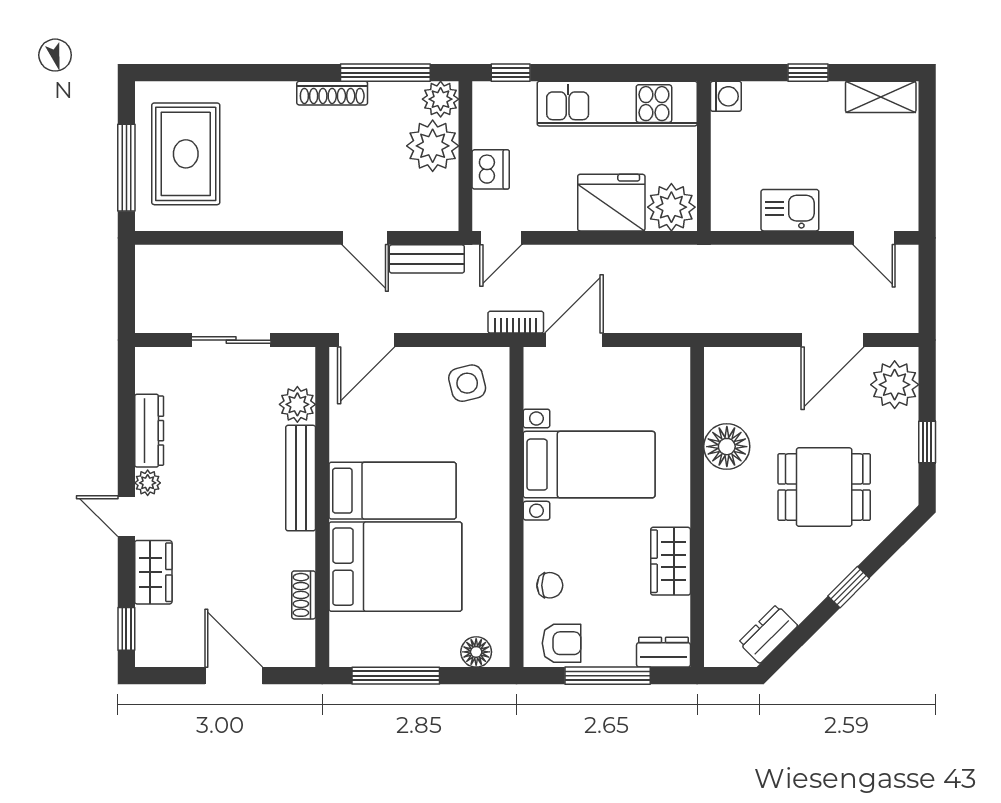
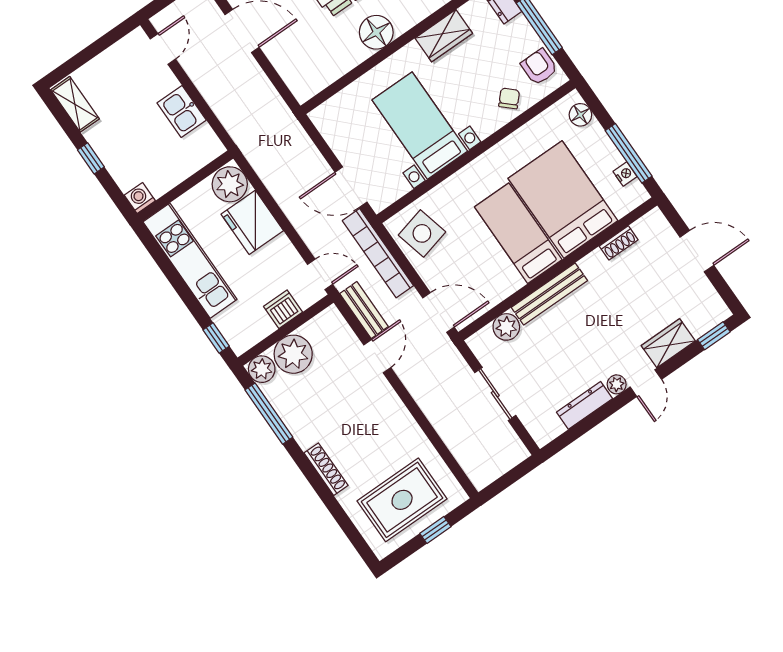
shoe rack: (332, 93) -> (326, 469), moved
window: (126, 168) -> (435, 530), width x0.46
bookcase: (516, 322) -> (378, 253), width x2.31, depth x1.31
side table: (467, 383) -> (422, 233), width x1.37, depth x1.37
floor lamp: (727, 447) -> (376, 32), moved
chair: (550, 585) -> (509, 98), turned 43
nightstand: (376, 656) -> (625, 174), added
door: (234, 676) -> (697, 251), swing flipped

